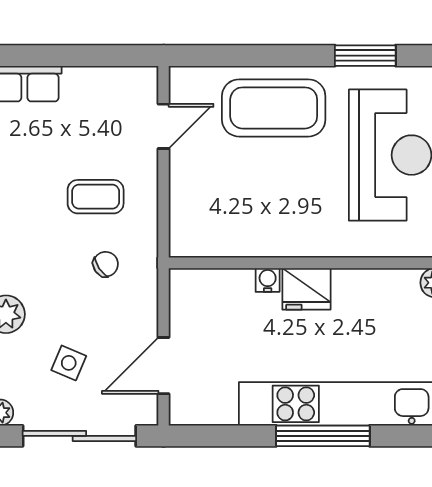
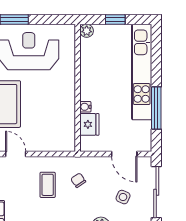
fridge: (306, 289) -> (89, 124), moved
window: (323, 436) -> (156, 108), moved

